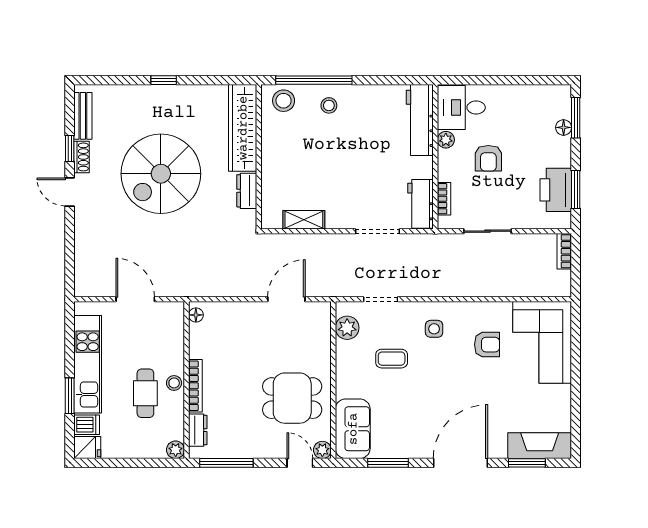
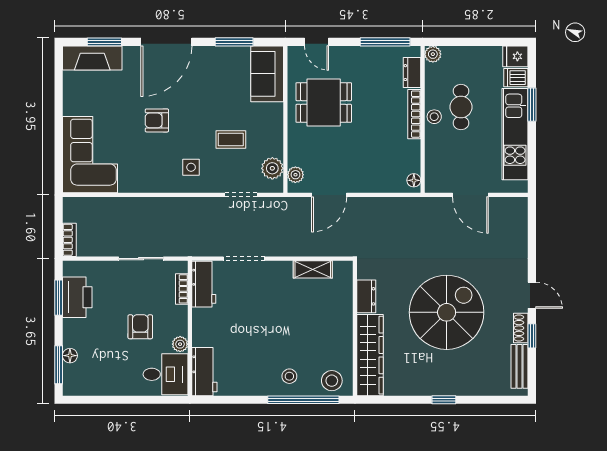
workbench: (420, 120) -> (204, 372), width x0.73
armchair: (487, 345) -> (157, 120), moved
plant: (322, 450) -> (295, 175), moved

